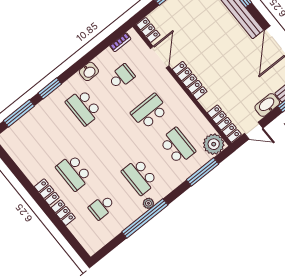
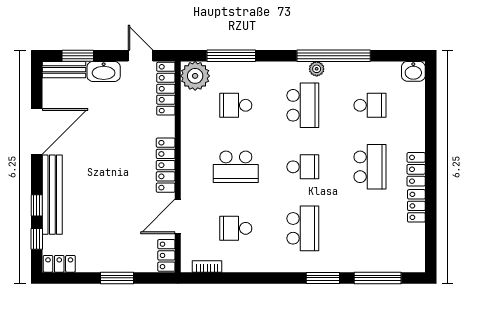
washbasin: (89, 71) -> (413, 71), moved, turned 180
school desk: (112, 142) -> (303, 167), added
school desk: (177, 146) -> (236, 105), width x0.54
locker: (63, 213) -> (416, 206), moved

